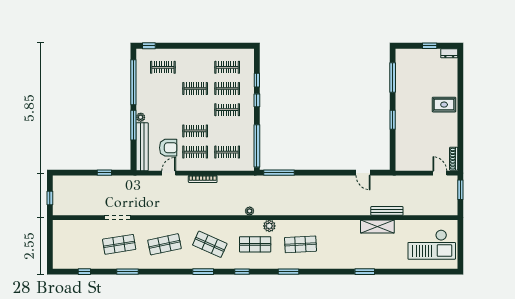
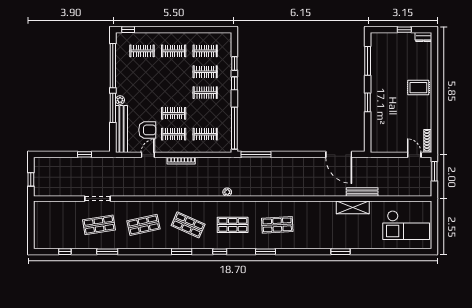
clothes rail: (195, 89) -> (174, 51), moved
door: (363, 173) -> (339, 154), width x1.88
plant: (269, 226) -> (247, 207), removed

